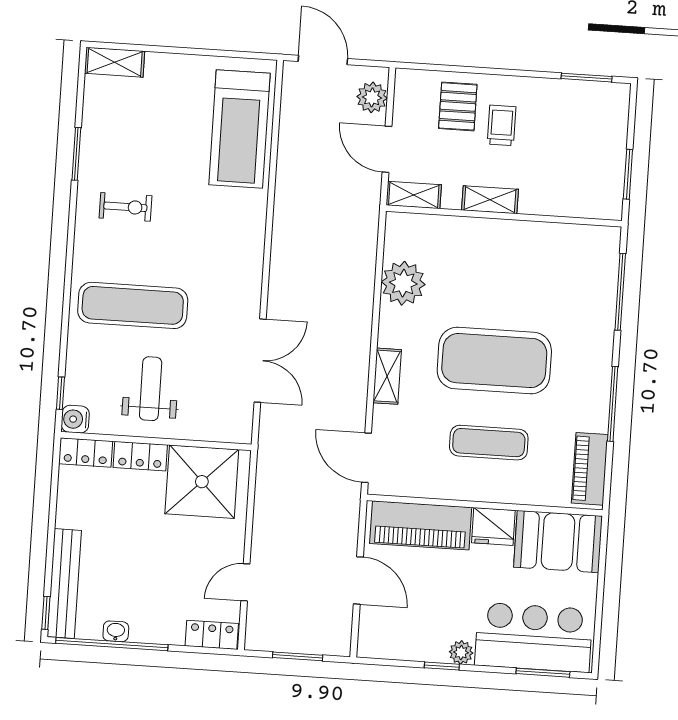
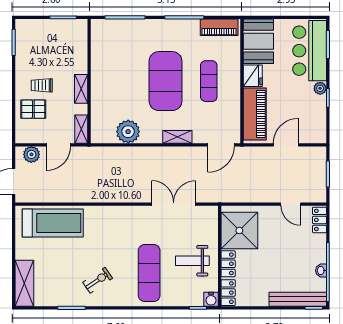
shelving: (115, 62) -> (24, 283), width x1.50, depth x1.33
exercise bike: (125, 207) -> (98, 280), turned 56

